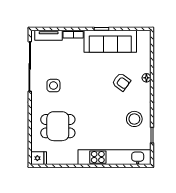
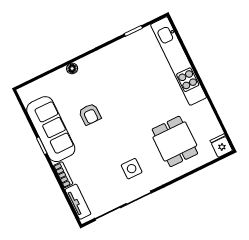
armchair: (121, 82) -> (90, 114), moved, turned 144
stool: (134, 119) -> (125, 60), removed

